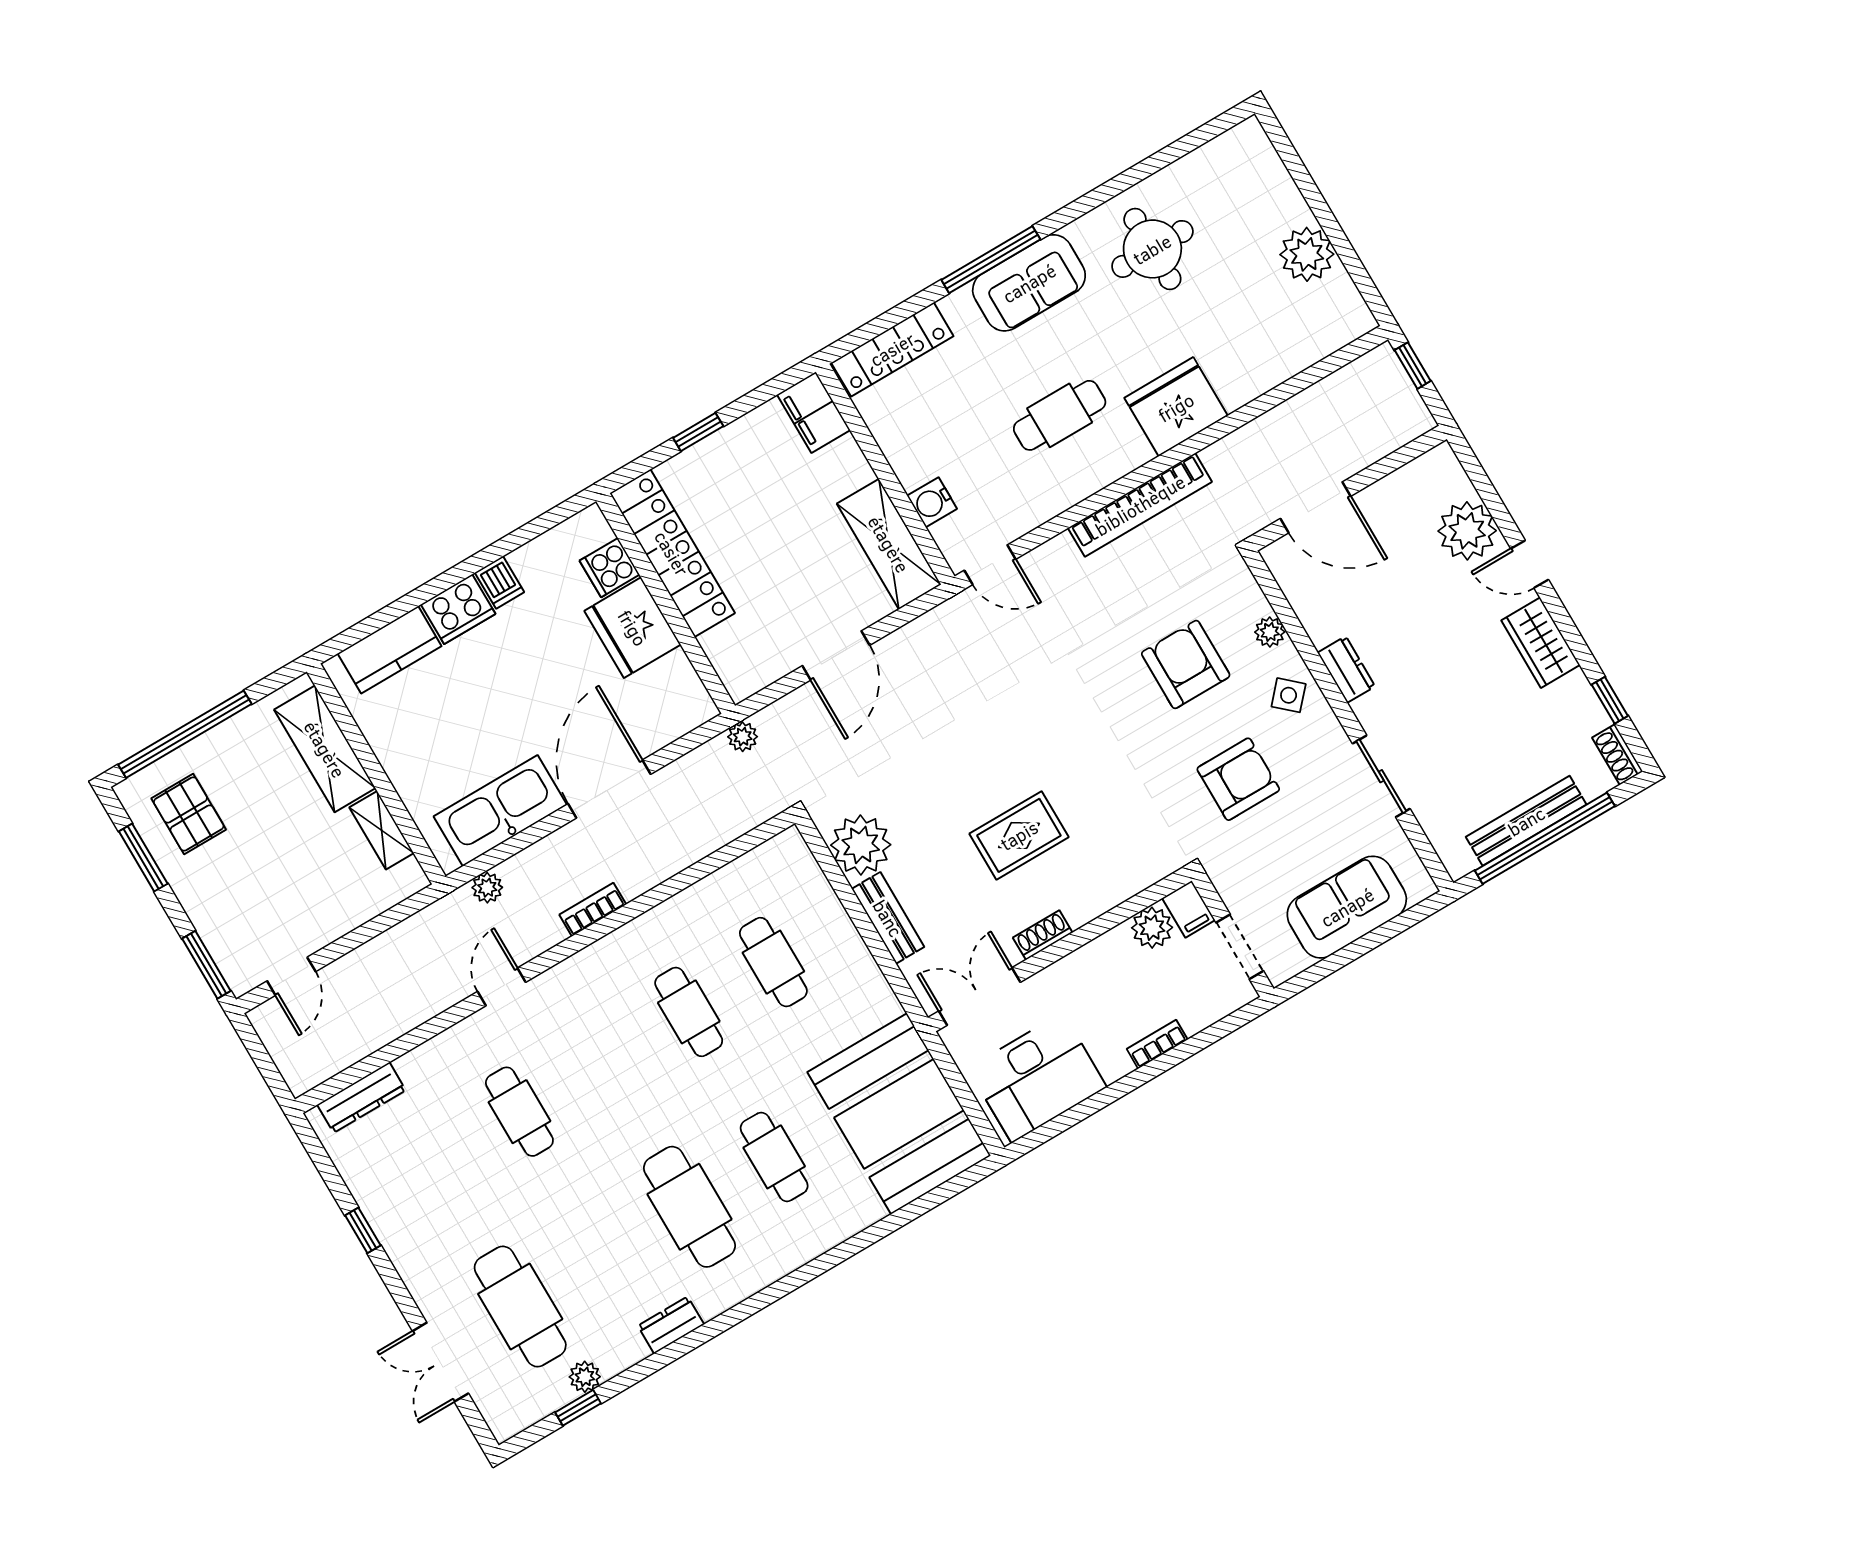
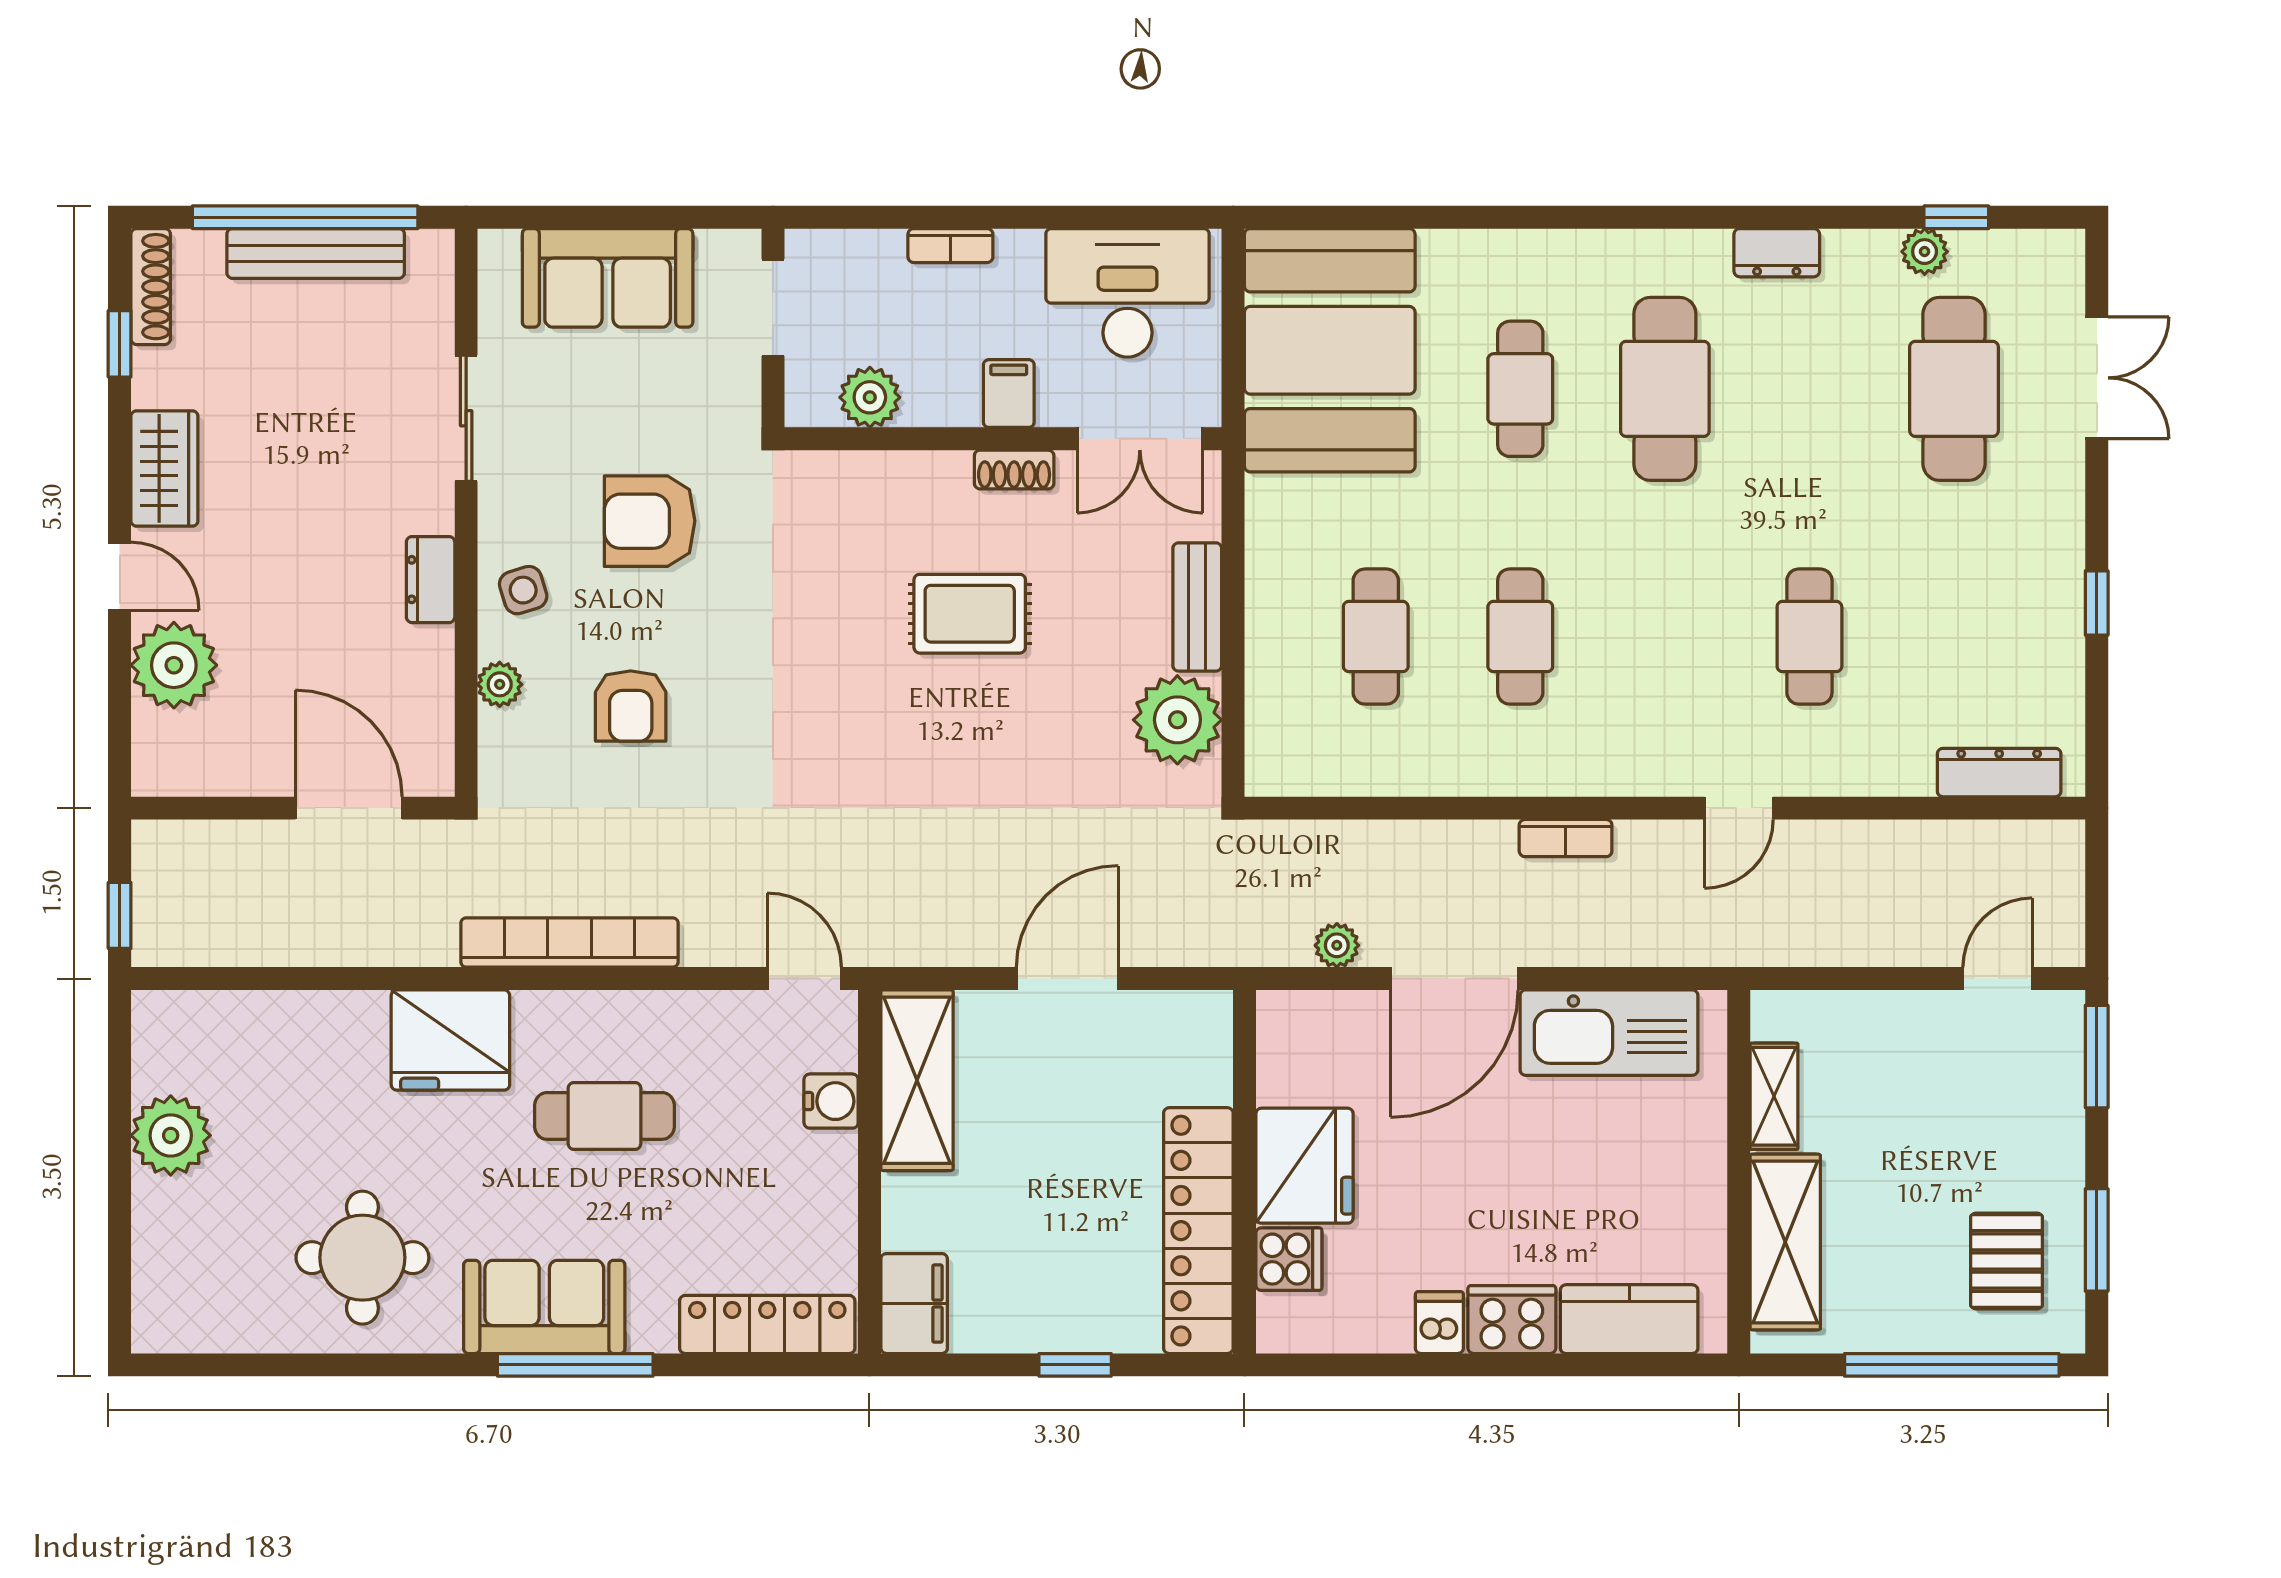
armchair: (1186, 664) -> (631, 706), width x0.72, depth x0.72
side table: (1289, 695) -> (523, 590), turned 31
plant: (743, 737) -> (1337, 945), moved
shoe rack: (1617, 755) -> (151, 287), width x1.43
plant: (487, 888) -> (1683, 945), removed
filing cabinet: (1189, 909) -> (1009, 394), moved

